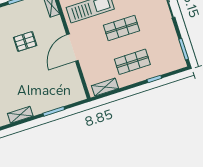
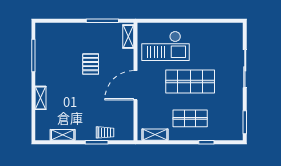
shop shelf: (121, 28) -> (190, 82), width x1.43, depth x1.36
pallet: (25, 41) -> (91, 64), turned 90
trolley: (58, 100) -> (105, 132), added

